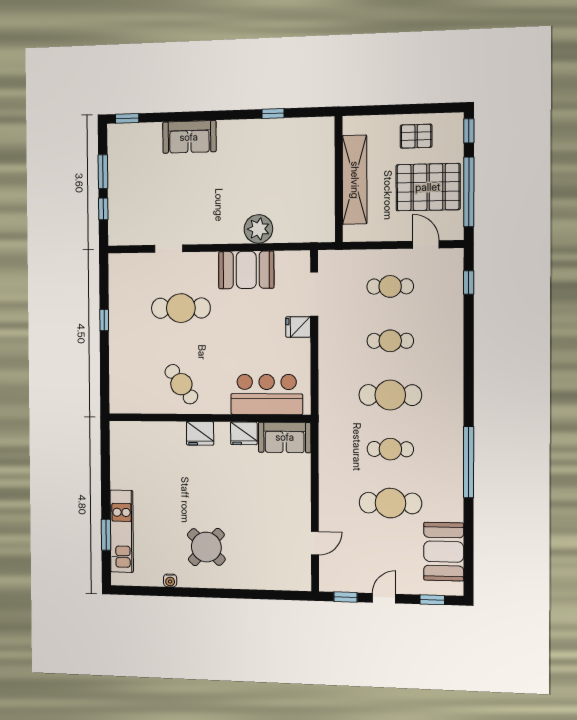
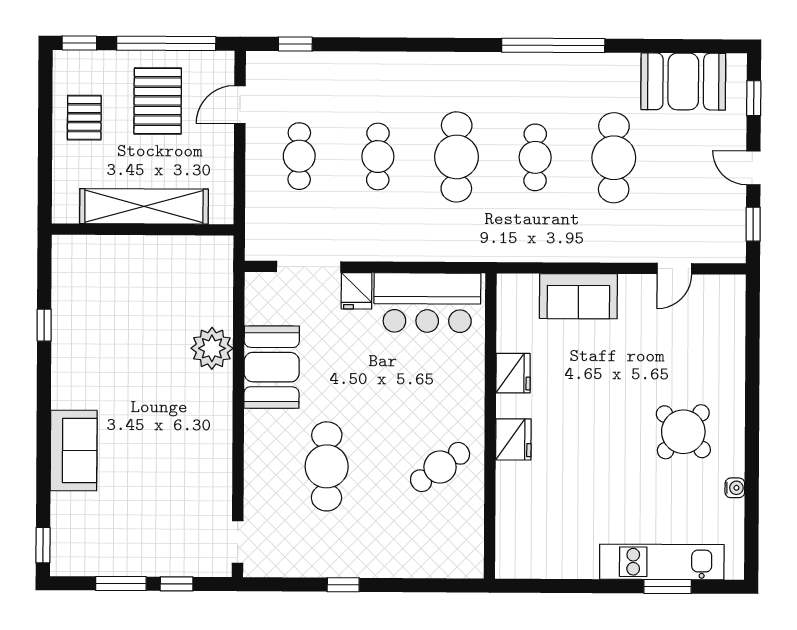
pallet: (428, 187) -> (158, 101), width x0.73, depth x0.71
doorway: (169, 249) -> (238, 542), moved
bar counter: (267, 394) -> (427, 303), moved, turned -90
sofa: (285, 437) -> (578, 296), moved, turned 90
door: (315, 543) -> (674, 269), swing flipped

